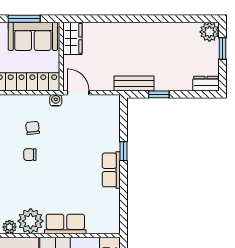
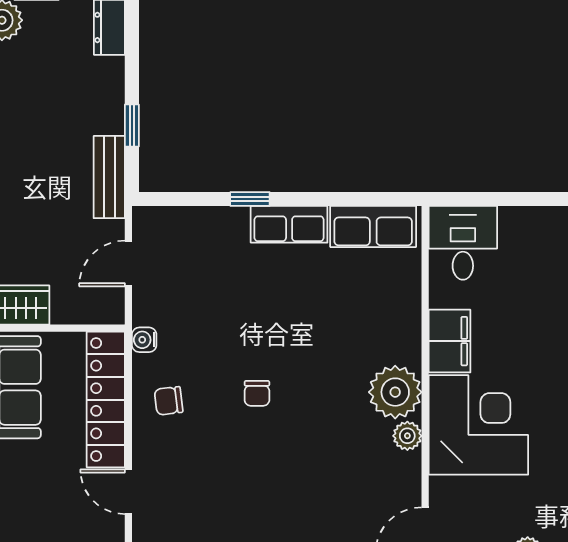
door: (78, 93) -> (128, 263), moved
chair: (33, 128) -> (169, 401), moved
row of seats: (65, 224) -> (373, 227), moved, turned -90

